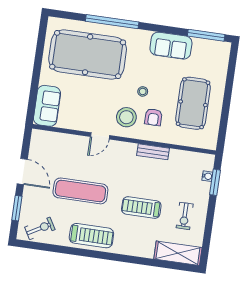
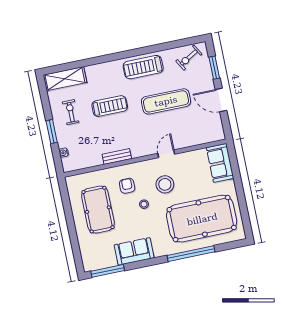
stool: (126, 117) -> (165, 184), moved
window: (215, 182) -> (52, 132), moved

